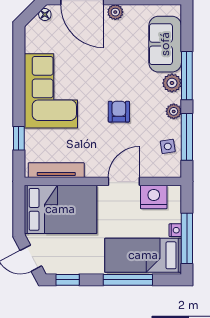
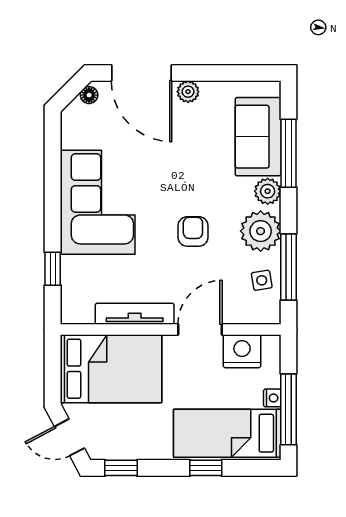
window: (187, 76) -> (288, 153), moved
plant: (174, 111) -> (261, 231), width x1.88, depth x1.88
tv unit: (56, 170) -> (135, 314), moved
window: (128, 280) -> (206, 468), width x0.46

